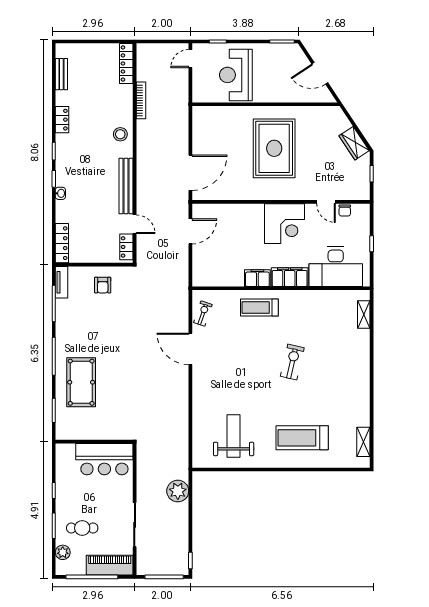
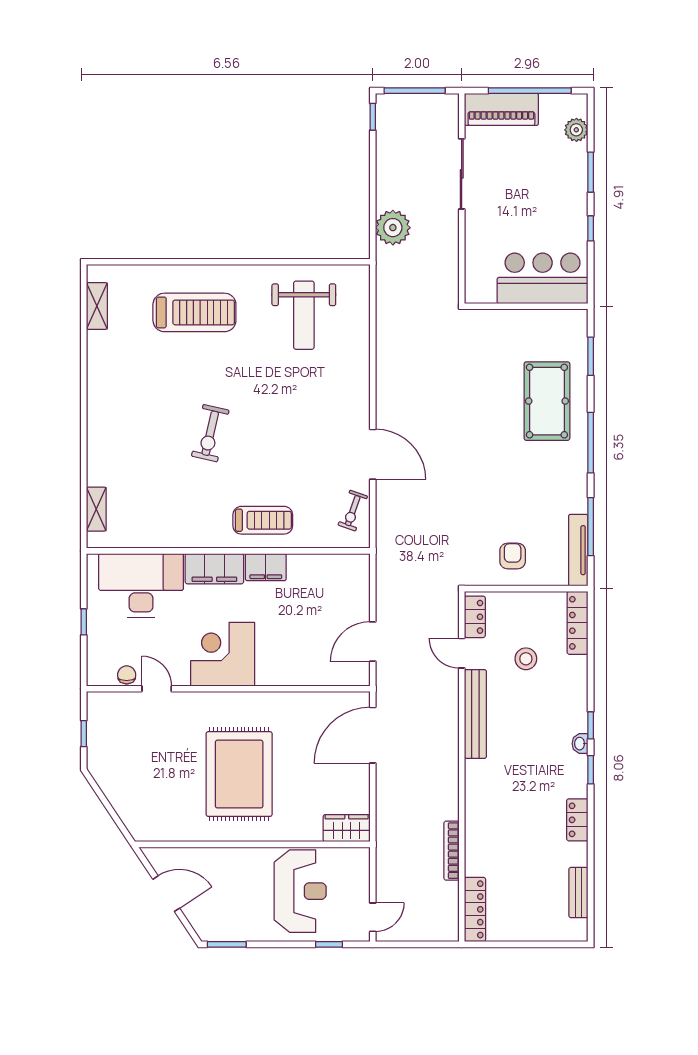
stool: (120, 134) -> (526, 659), moved
wardrobe: (354, 143) -> (347, 828), moved, turned -56
washbasin: (60, 193) -> (580, 744), moved
tv unit: (61, 282) -> (578, 550), width x1.41
bar counter: (104, 459) -> (543, 278), moved
cafe table: (82, 528) -> (545, 169), removed

